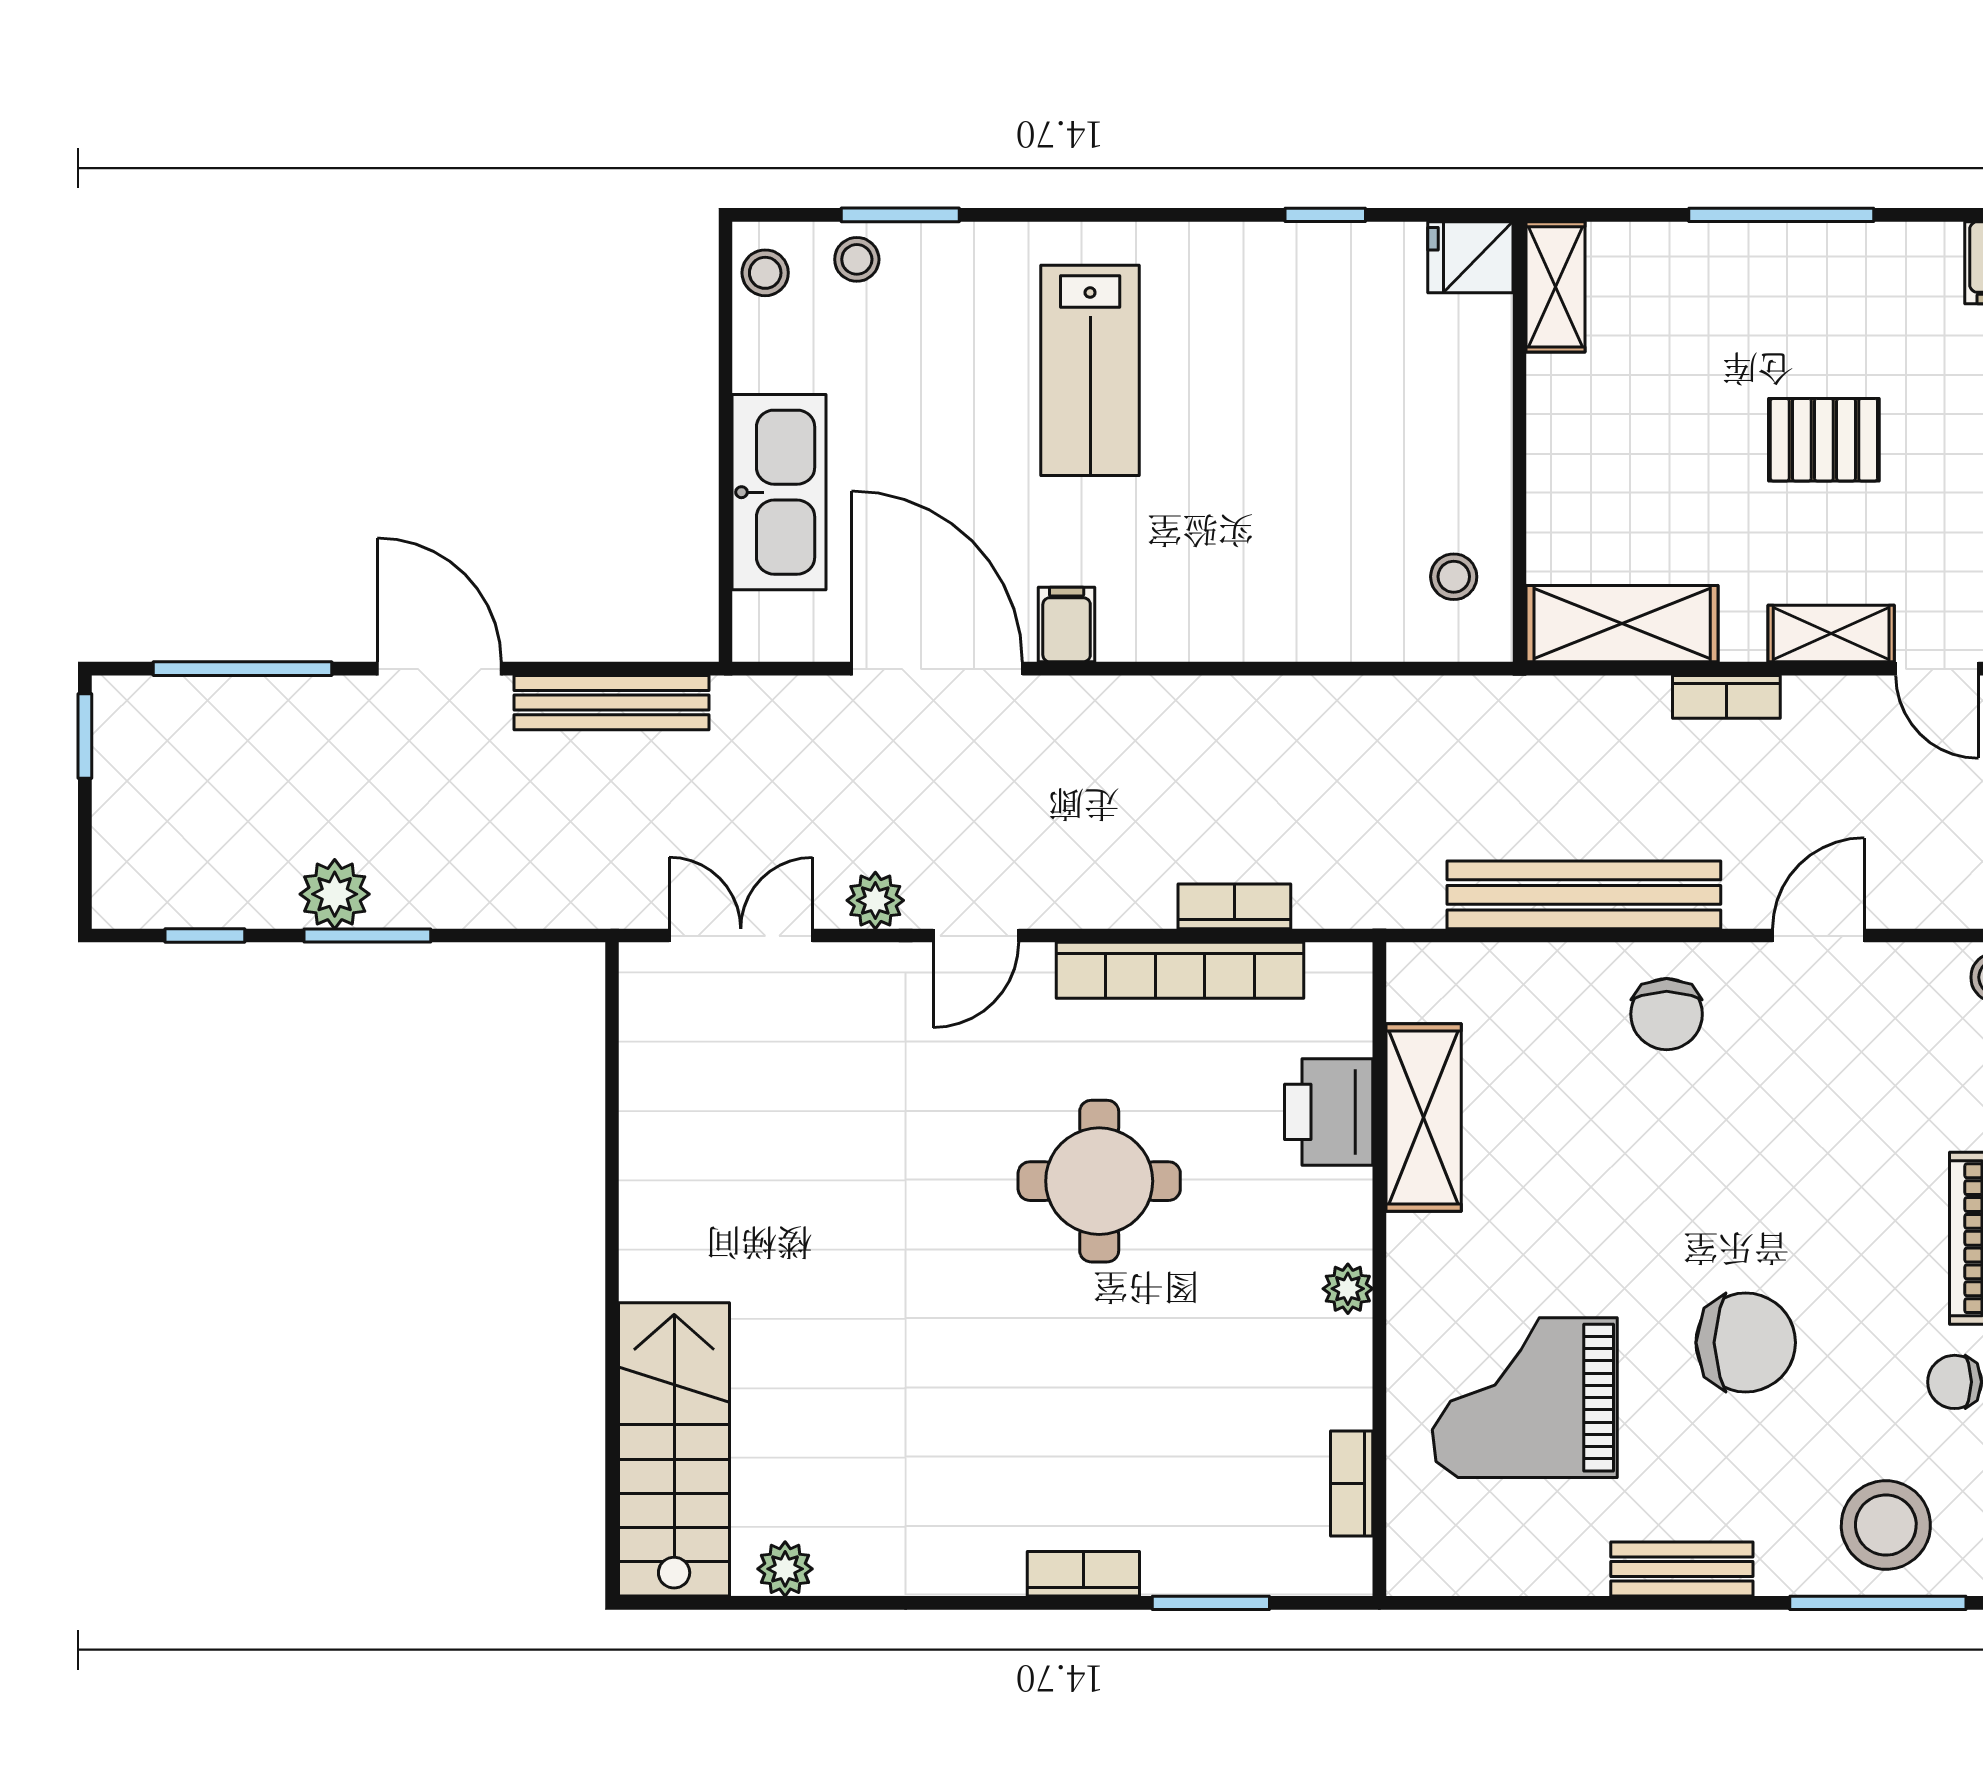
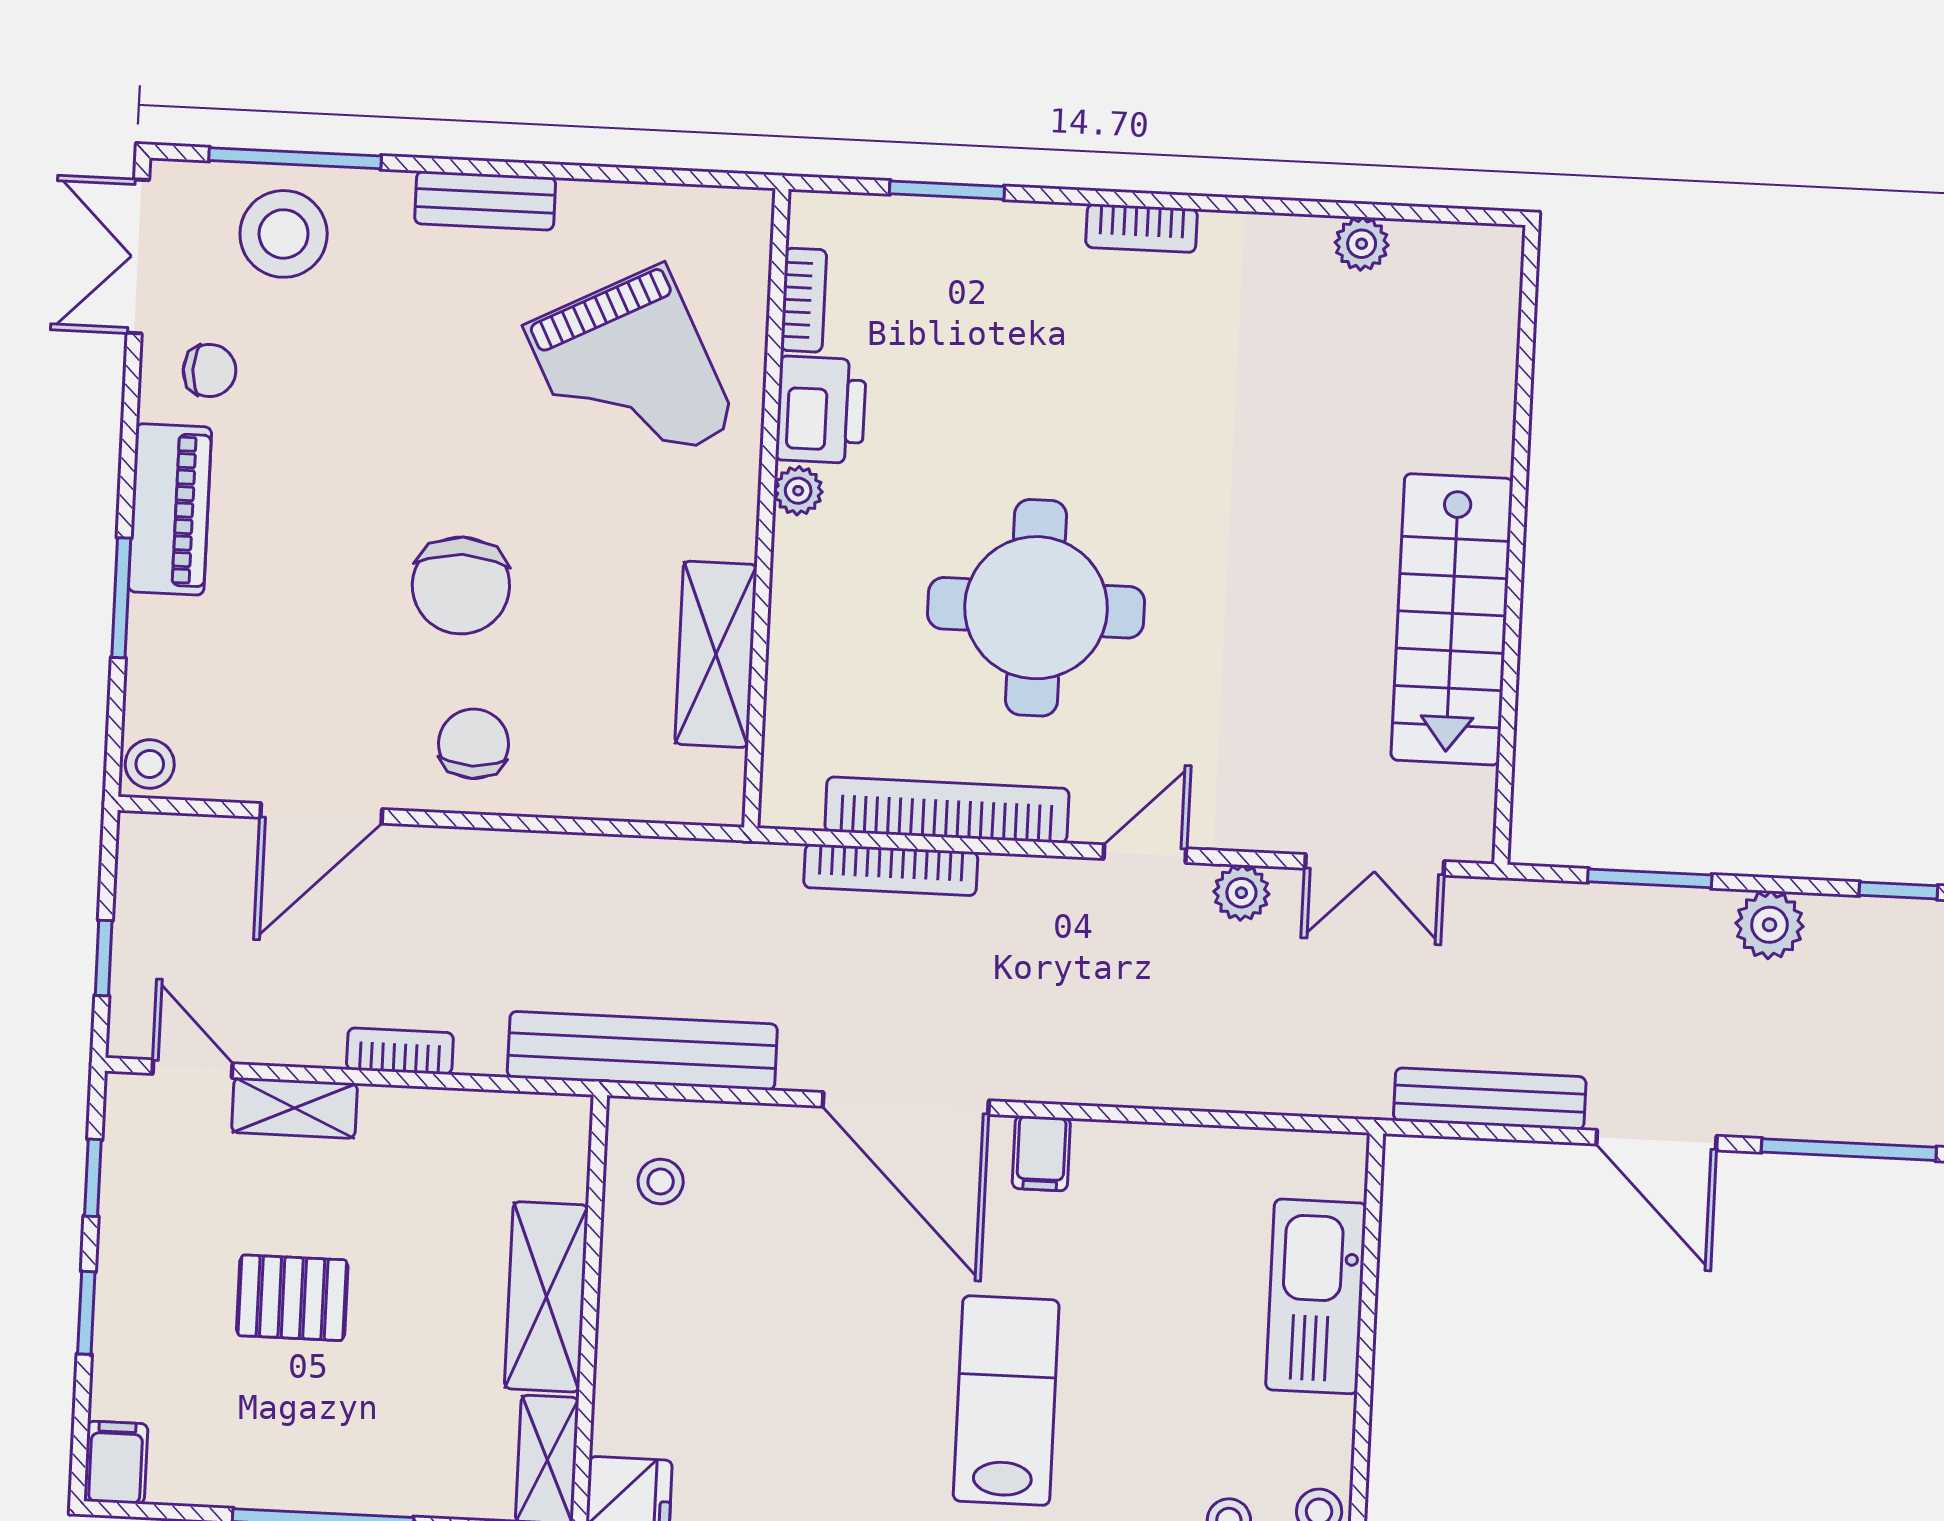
shelving: (1622, 624) -> (546, 1297), moved, turned 90
door: (937, 669) -> (906, 1103), moved
bench: (1584, 895) -> (642, 1051), moved
bookcase: (1234, 906) -> (891, 870), width x1.56
window: (367, 936) -> (1650, 878), moved
door: (1818, 936) -> (321, 813), width x1.38
printer: (1329, 1112) -> (821, 410), moved
round table: (1099, 1181) -> (1036, 608), width x1.36, depth x1.36
chair: (1746, 1343) -> (461, 585), moved, turned -90
grand piano: (1525, 1398) -> (630, 376), turned 63
stairs: (674, 1449) -> (1452, 619), moved
bookcase: (1083, 1574) -> (1141, 228), moved

